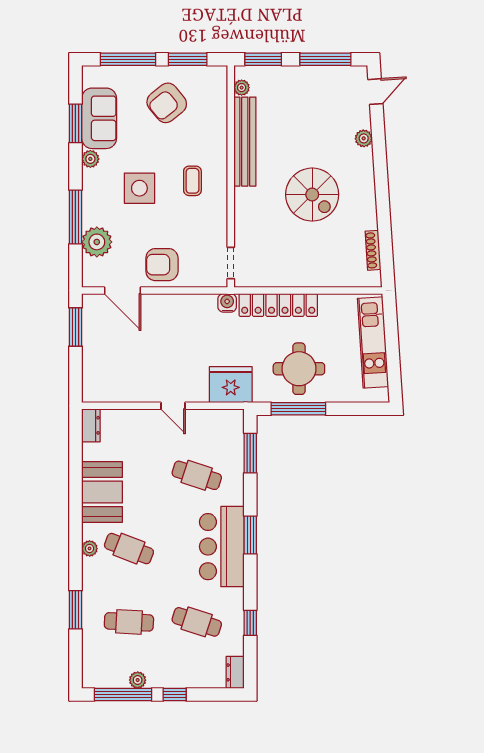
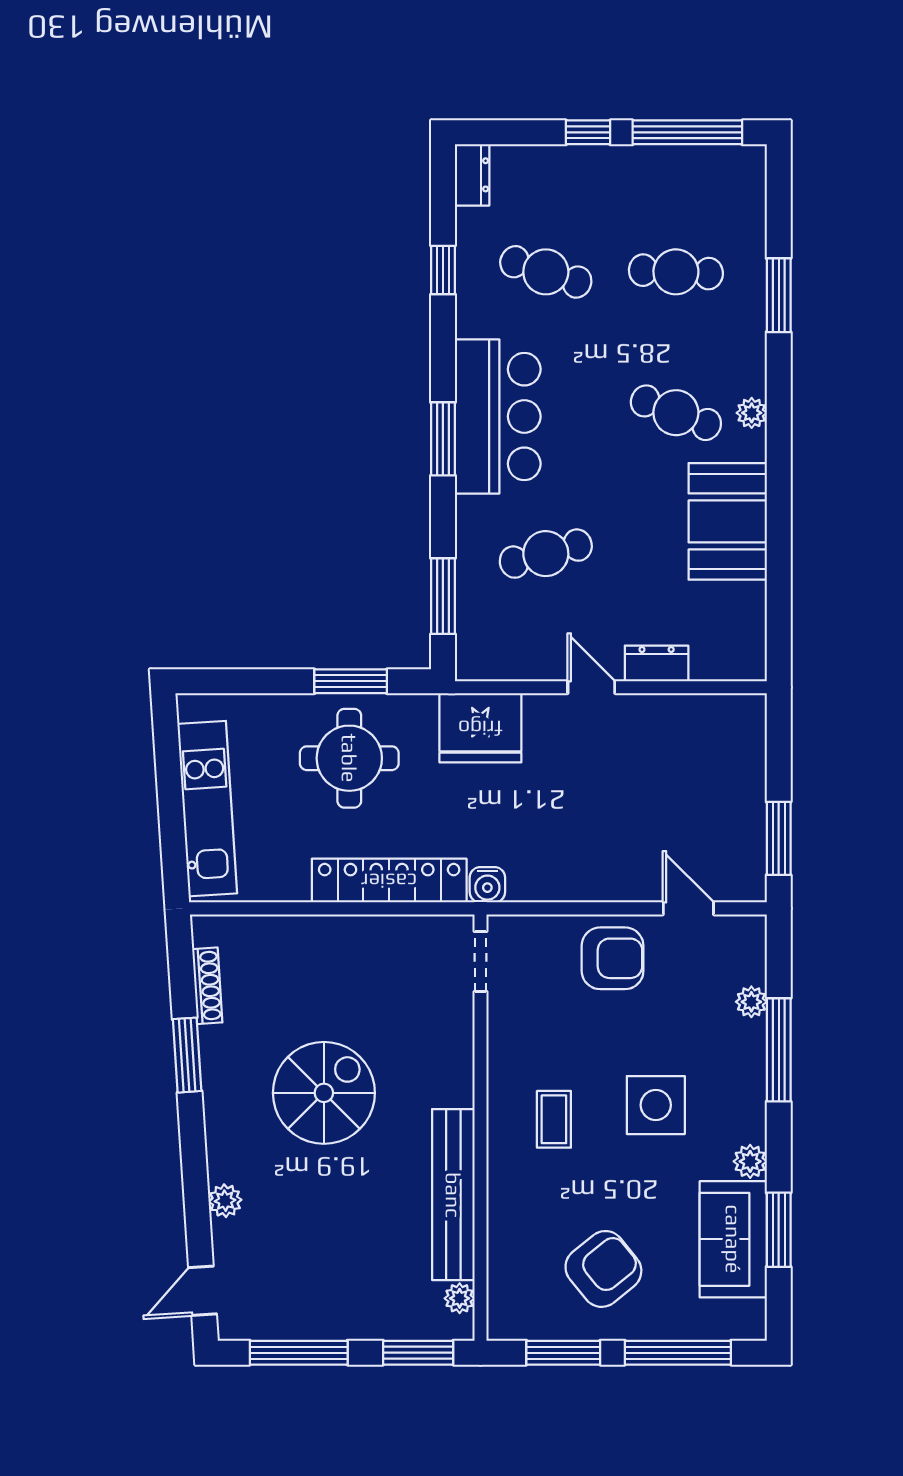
spiral stairs: (312, 195) -> (324, 1093), turned 90
window: (383, 214) -> (187, 1055), added
plant: (97, 242) -> (751, 1002), width x0.53, depth x0.53
door: (122, 291) -> (688, 908), width x0.73
window: (298, 409) -> (351, 681), width x0.69
dresser: (91, 425) -> (657, 663), moved, turned 90
cafe table: (197, 475) -> (546, 554), turned -33
plant: (138, 680) -> (659, 160), removed

